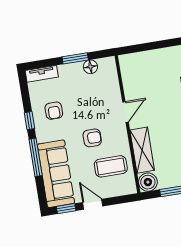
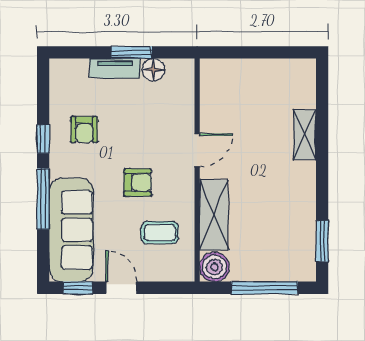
tv unit: (42, 74) -> (115, 68), moved
coffee table: (111, 166) -> (160, 233), width x0.73, depth x0.77

